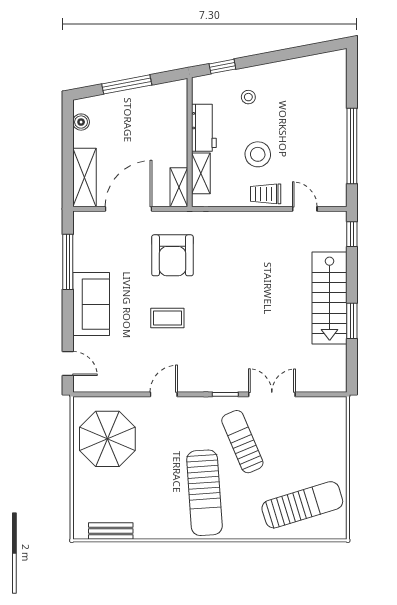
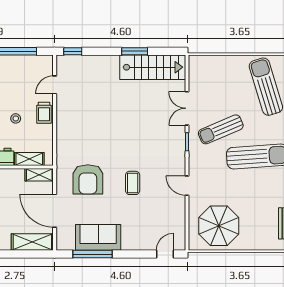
stool: (258, 154) -> (16, 118), width x0.53, depth x0.53
armchair: (172, 255) -> (88, 179), turned 90
stairs: (330, 298) -> (153, 67), moved
sofa: (91, 304) -> (98, 237), moved

